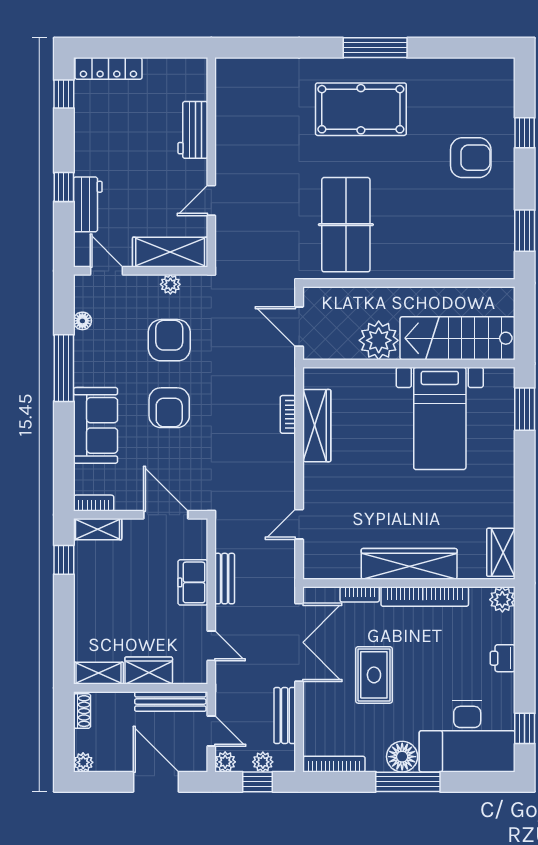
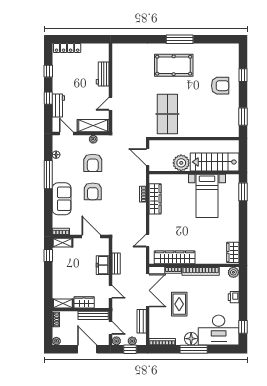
window: (64, 94) -> (48, 71), moved
armchair: (169, 340) -> (93, 163), turned 180
wardrobe: (409, 564) -> (175, 257), moved

